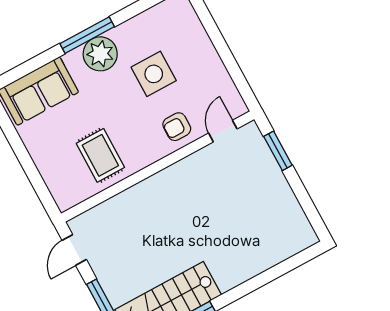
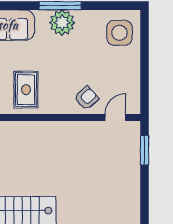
side table: (154, 74) -> (120, 33), moved
armchair: (177, 127) -> (87, 98), turned 138

